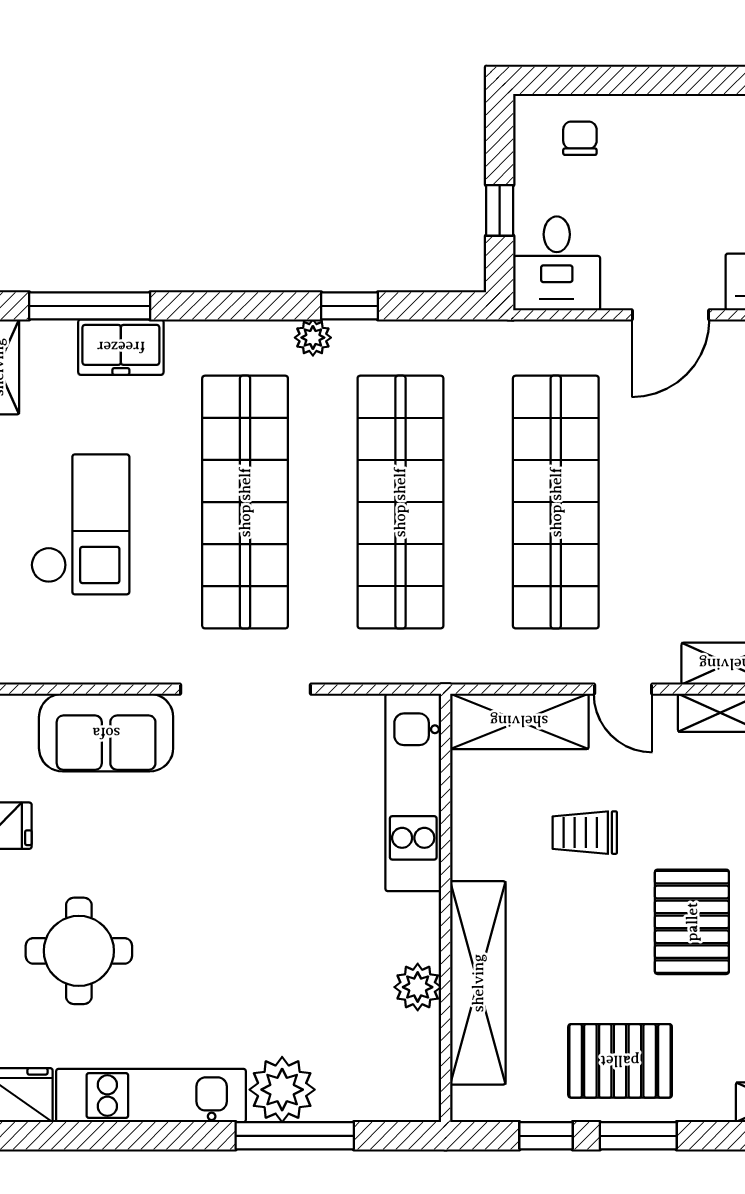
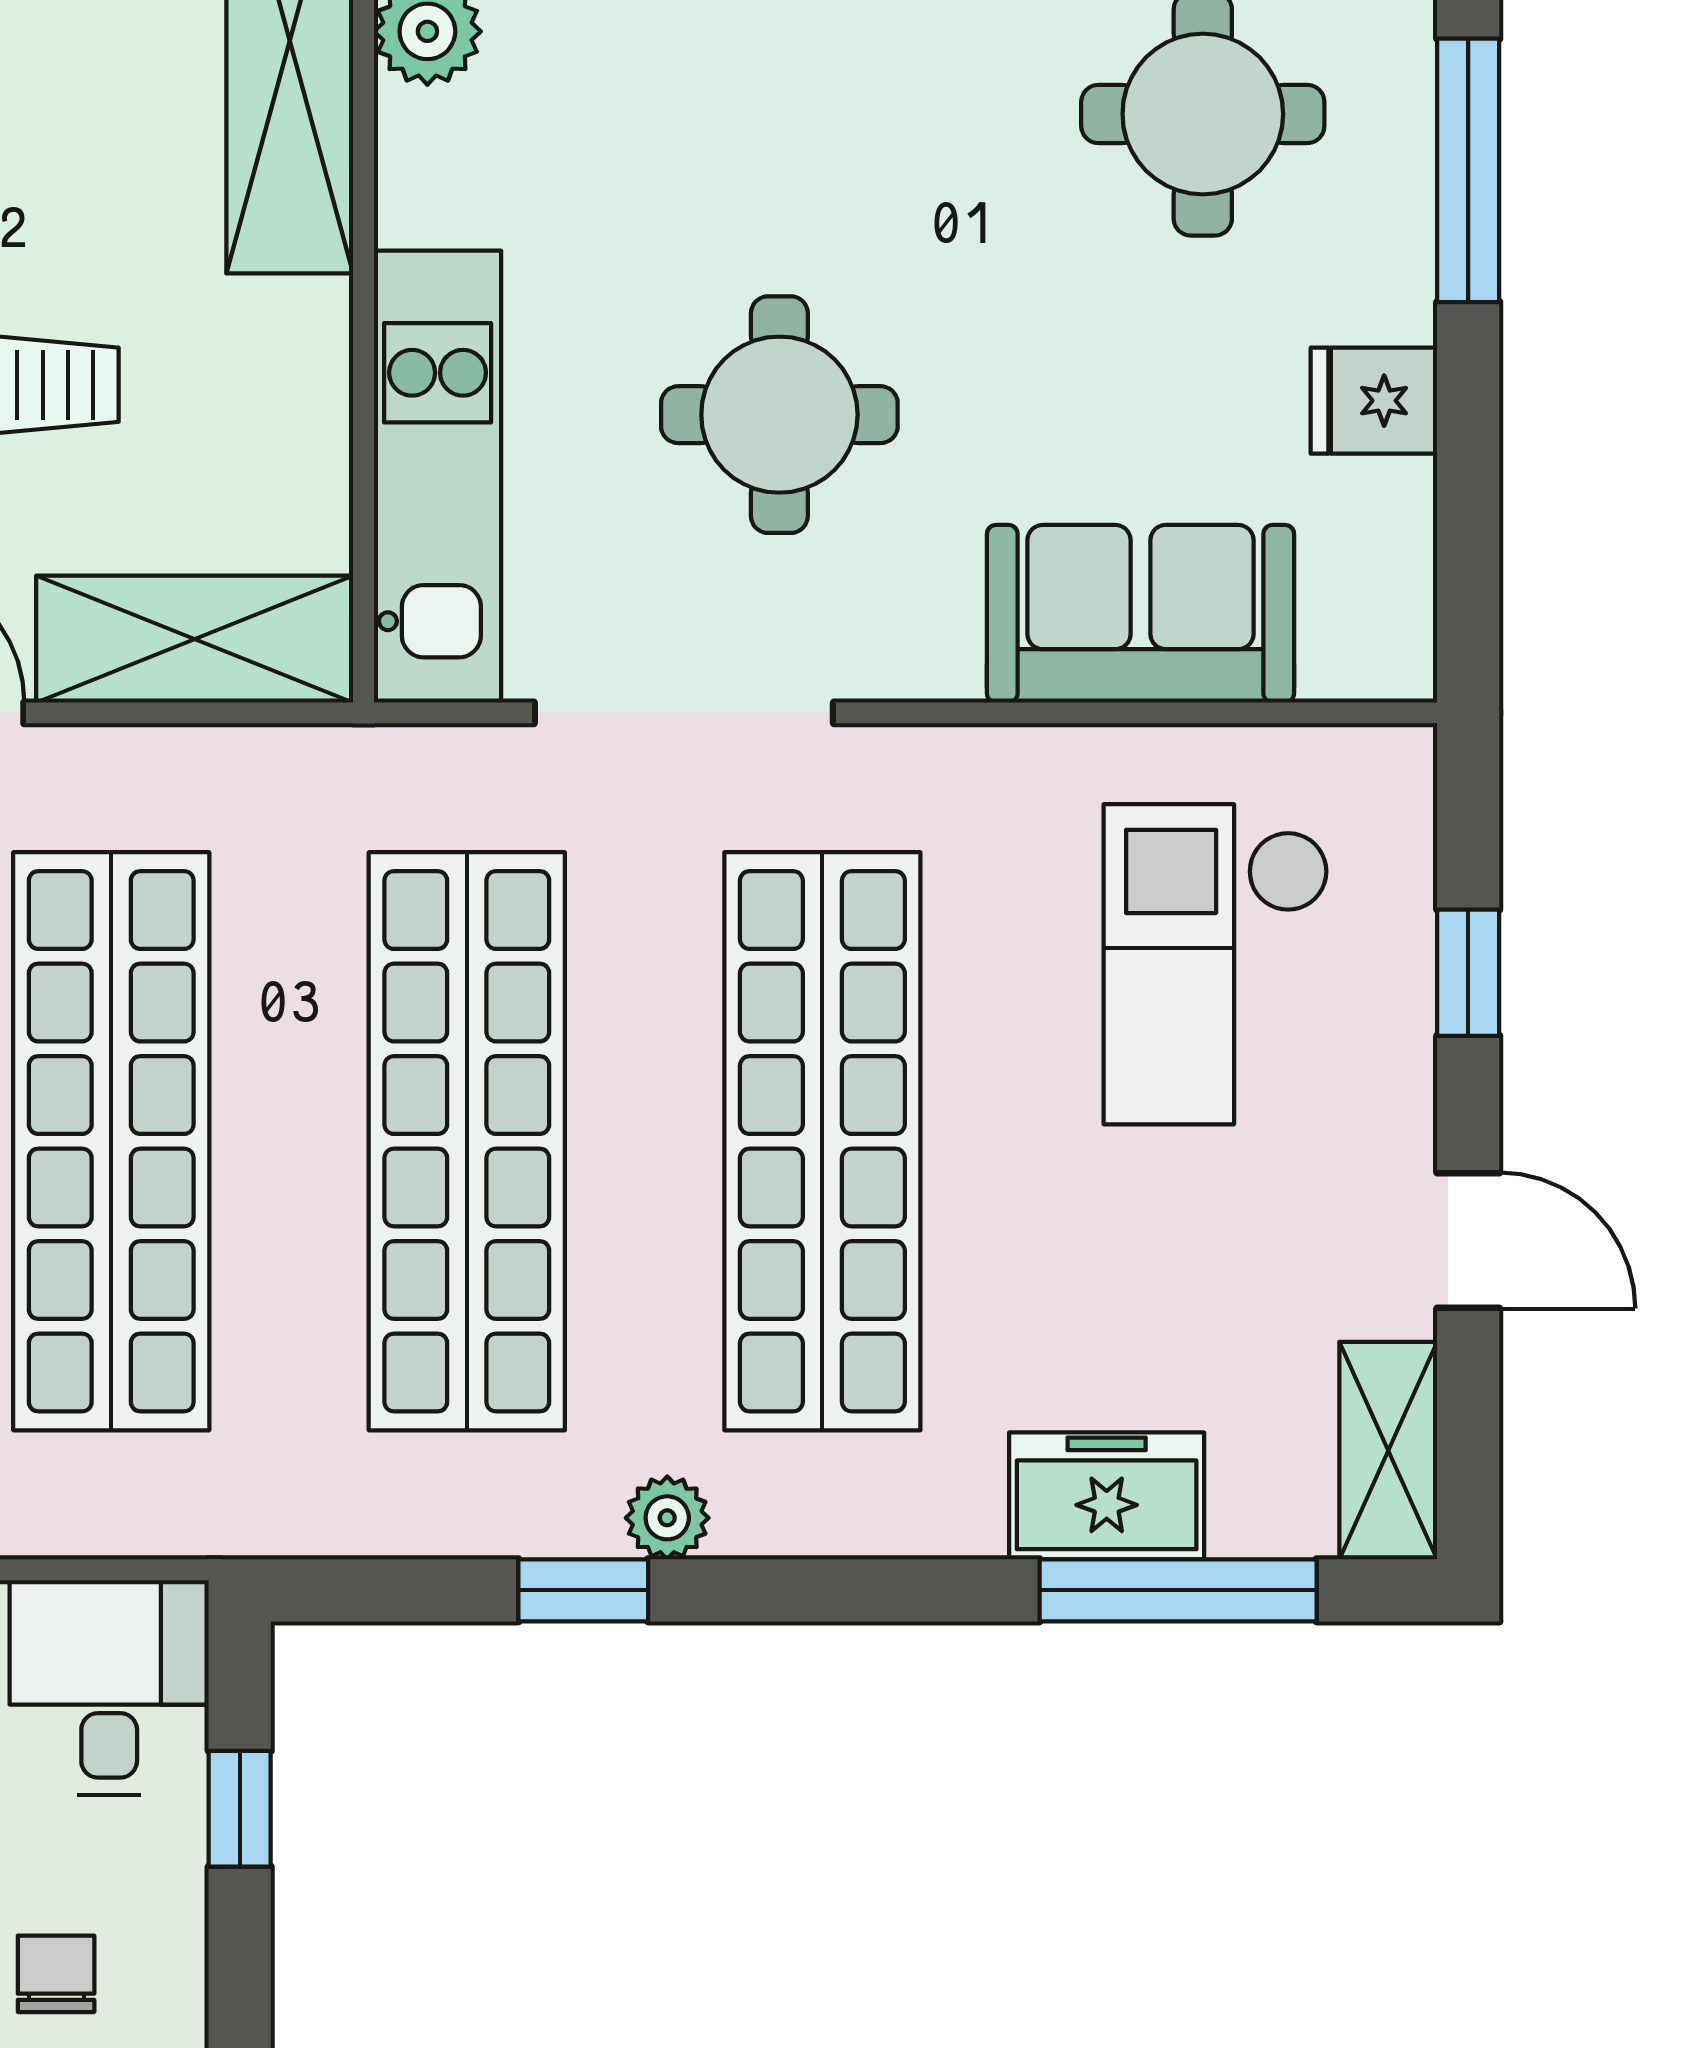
chair: (580, 138) -> (56, 1974), turned 180
checkout: (80, 524) -> (1216, 964), moved
doorway: (246, 689) -> (684, 713), moved
round table: (264, 820) -> (779, 415), added

